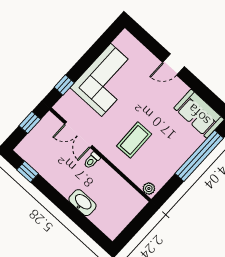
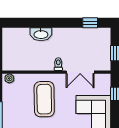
double door: (78, 135) -> (80, 72), swing flipped
coffee table: (134, 140) -> (44, 99), width x1.36, depth x1.32

